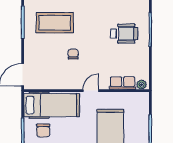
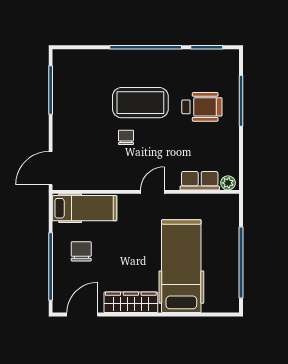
coffee table: (55, 23) -> (140, 103), moved
hospital bed: (52, 105) -> (85, 208), width x0.73, depth x0.78
chair: (43, 131) -> (81, 251), turned 180

